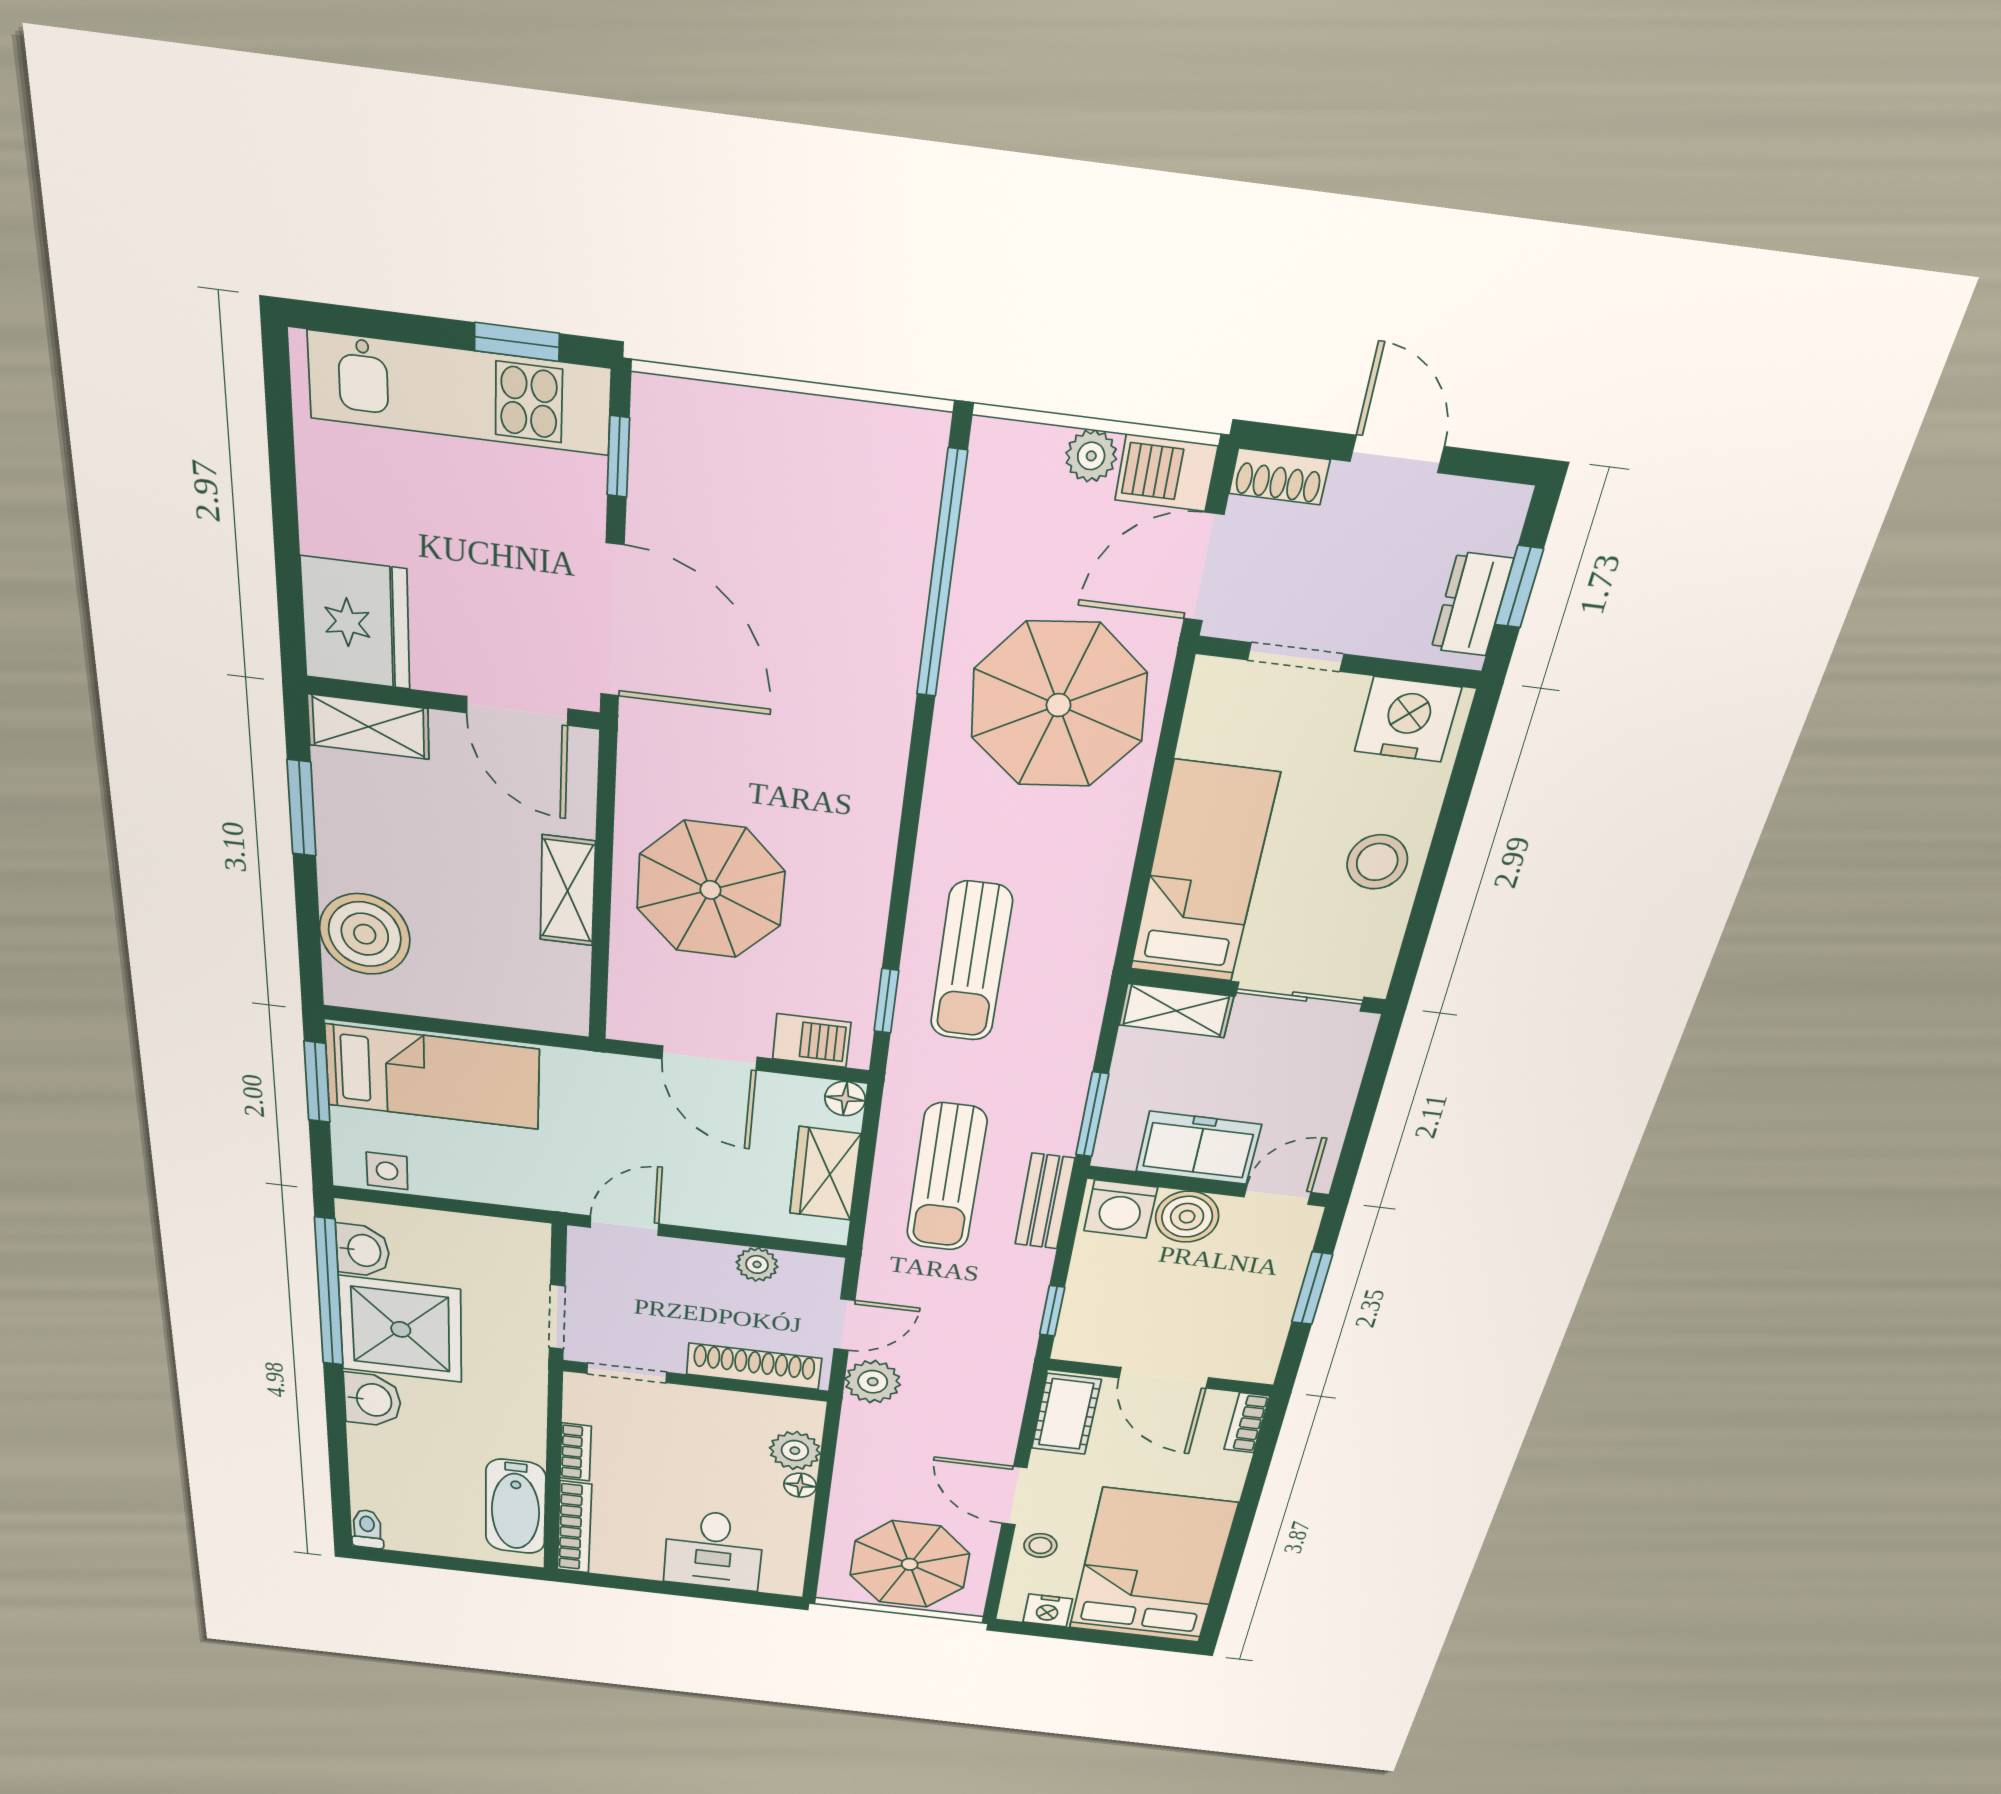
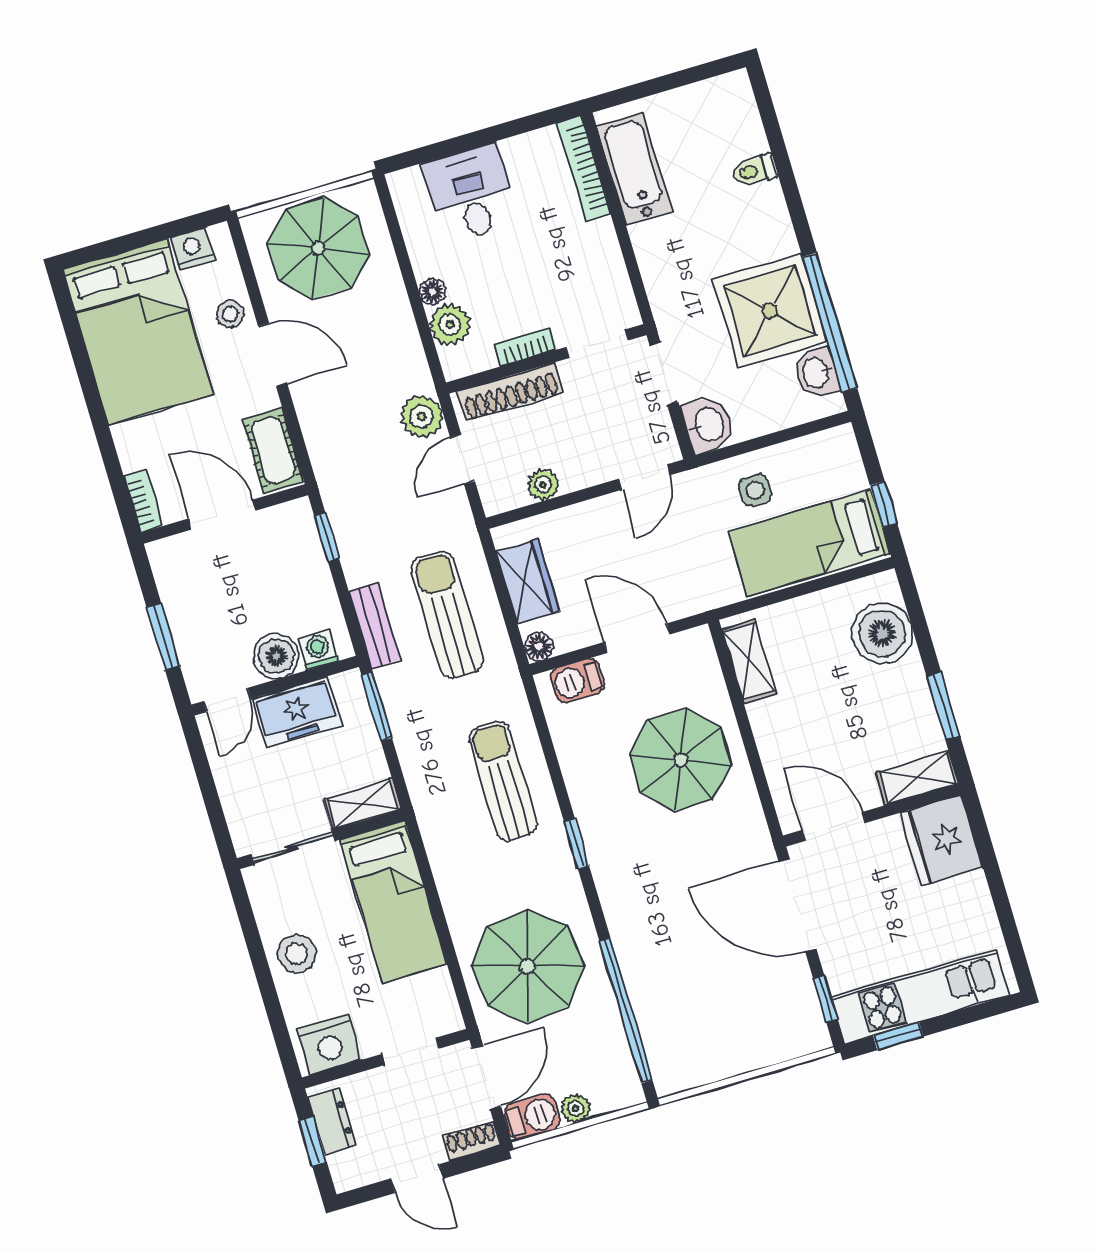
shelving: (568, 891) -> (749, 661), moved
window: (886, 1001) -> (576, 844), moved
window: (317, 1082) -> (884, 504), width x0.67
side table: (387, 1171) -> (755, 490), moved
washing machine: (1121, 1209) -> (318, 650), width x0.73, depth x0.73
washbasin: (372, 1400) -> (708, 425), moved, turned 180
bookcase: (576, 1452) -> (525, 347), moved, turned 90
toilet: (367, 1529) -> (754, 170), moved, turned 90

